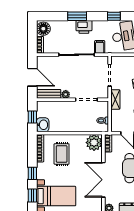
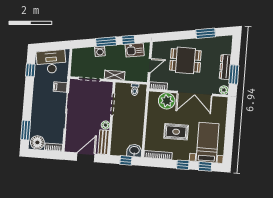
window: (77, 16) -> (26, 130), moved
printer: (84, 27) -> (39, 101), removed
plant: (94, 143) -> (167, 101), moved
rug: (62, 154) -> (176, 132), moved

